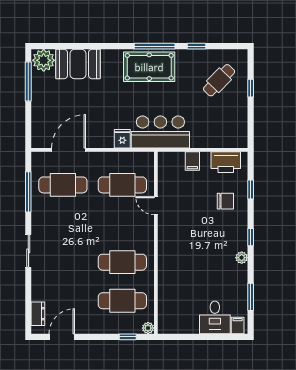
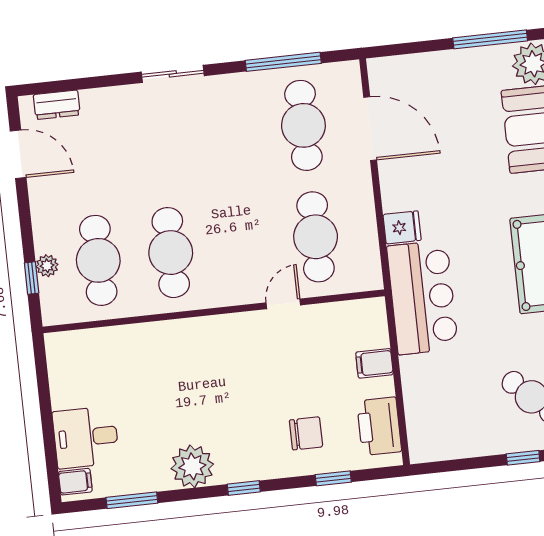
chair: (225, 201) -> (306, 433), turned -90
plant: (242, 258) -> (192, 466), width x1.87, depth x1.87
plant: (148, 328) -> (47, 266), moved

